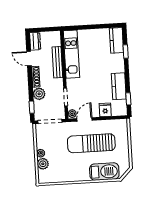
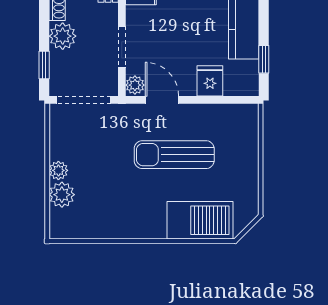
door: (84, 119) -> (162, 100), hinge flipped
sun lounger: (91, 143) -> (174, 155), width x0.73, depth x0.75

